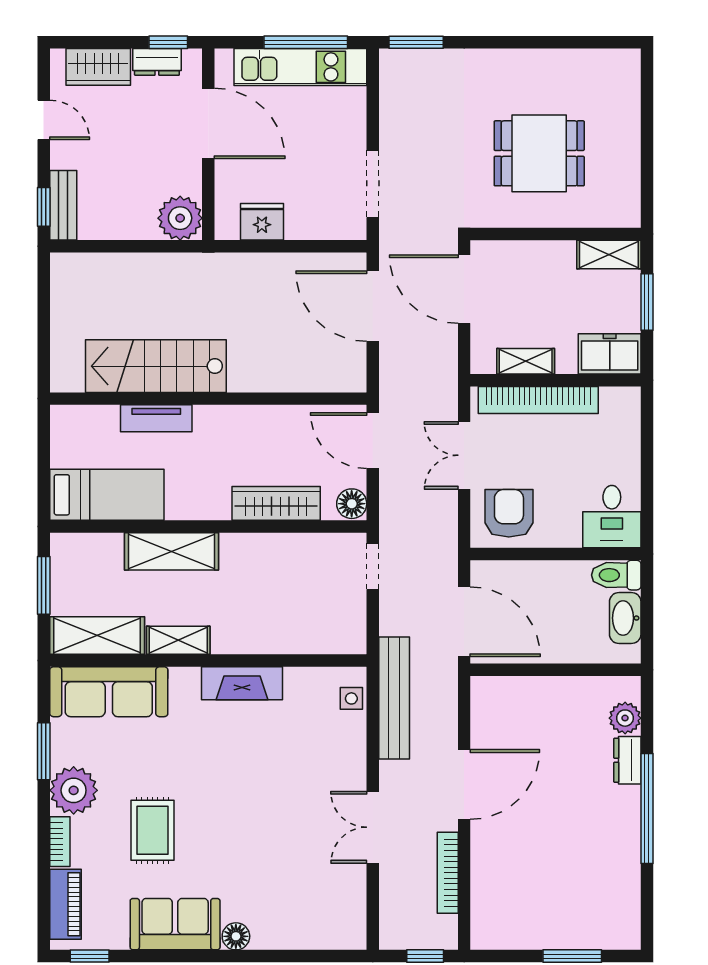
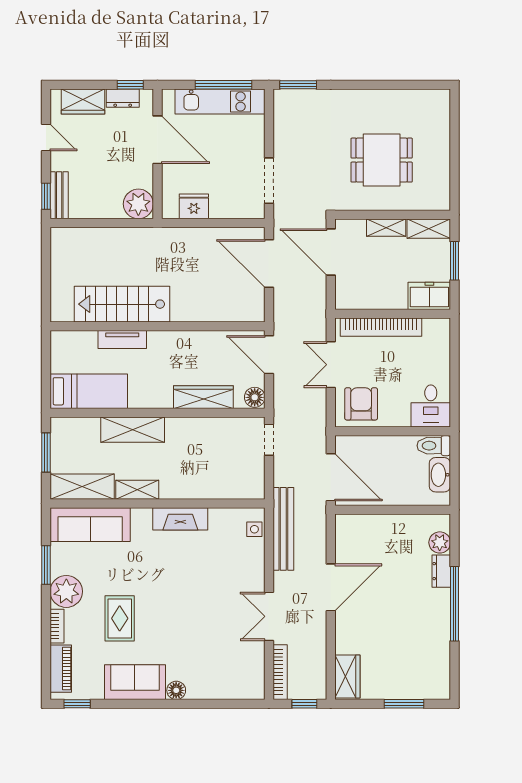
shelving: (526, 361) -> (386, 228), moved
bookcase: (448, 873) -> (280, 672), moved, turned 180
wardrobe: (489, 916) -> (347, 677), added

